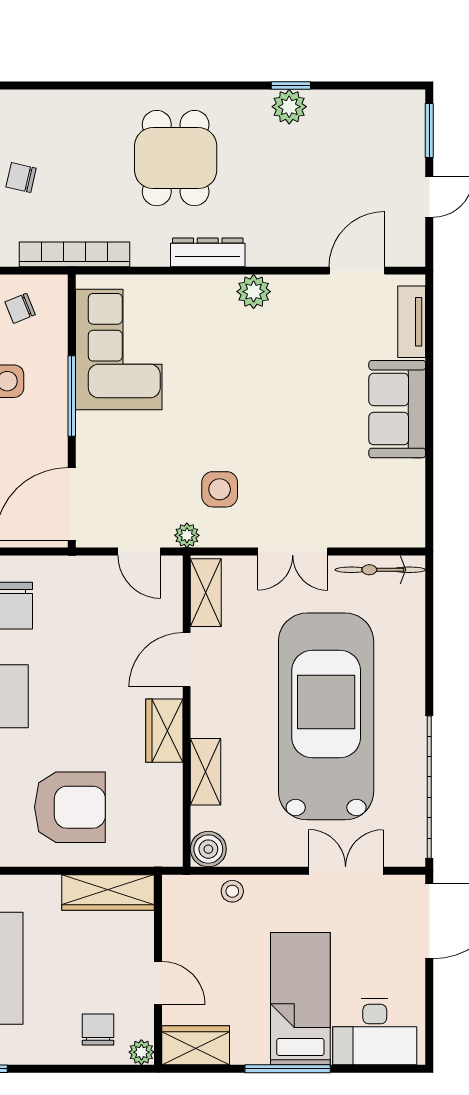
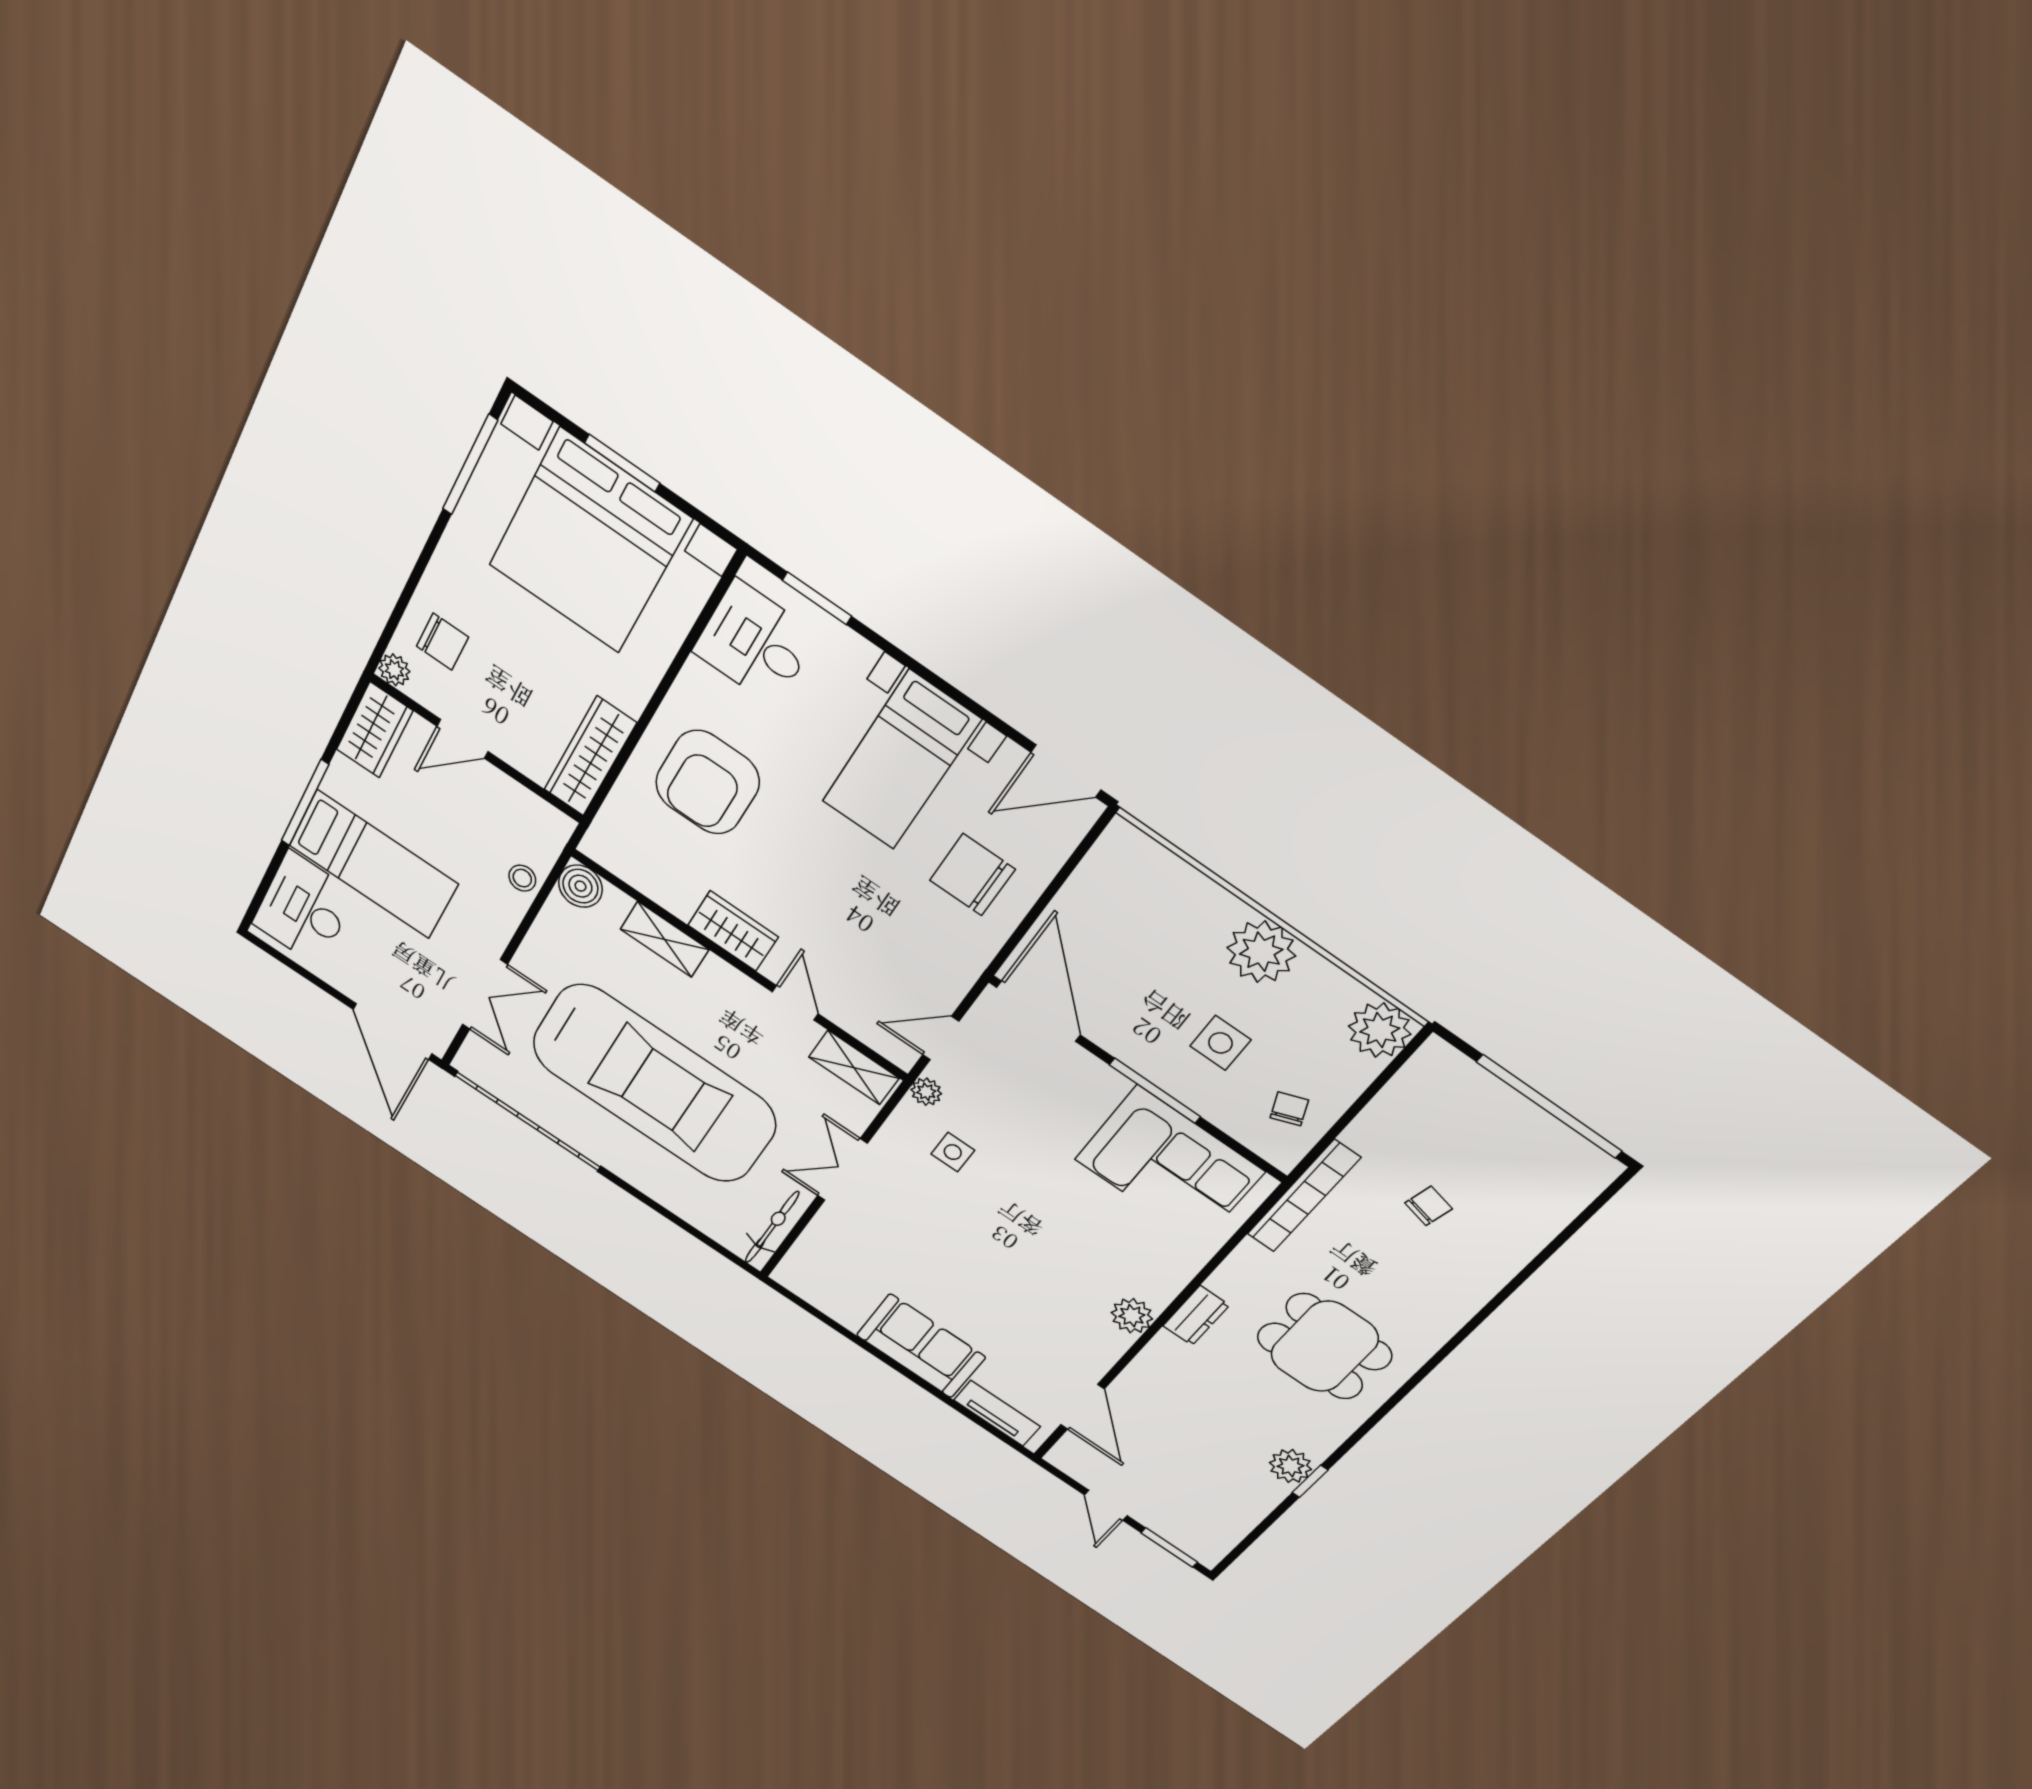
dresser: (208, 252) -> (1196, 1316), width x0.70
side table: (220, 489) -> (953, 1152), width x0.73, depth x0.73
door: (187, 660) -> (795, 1003), width x0.73

